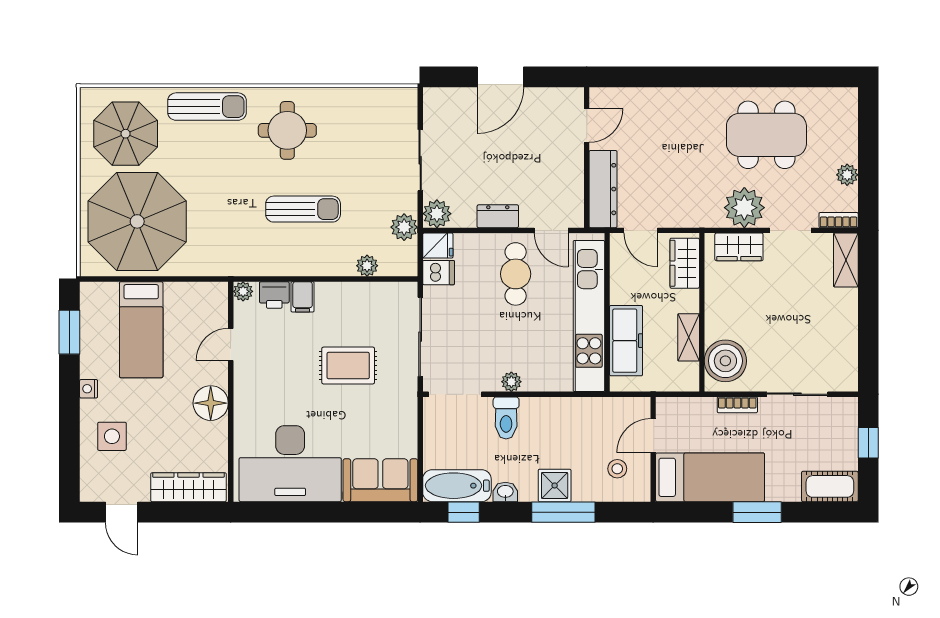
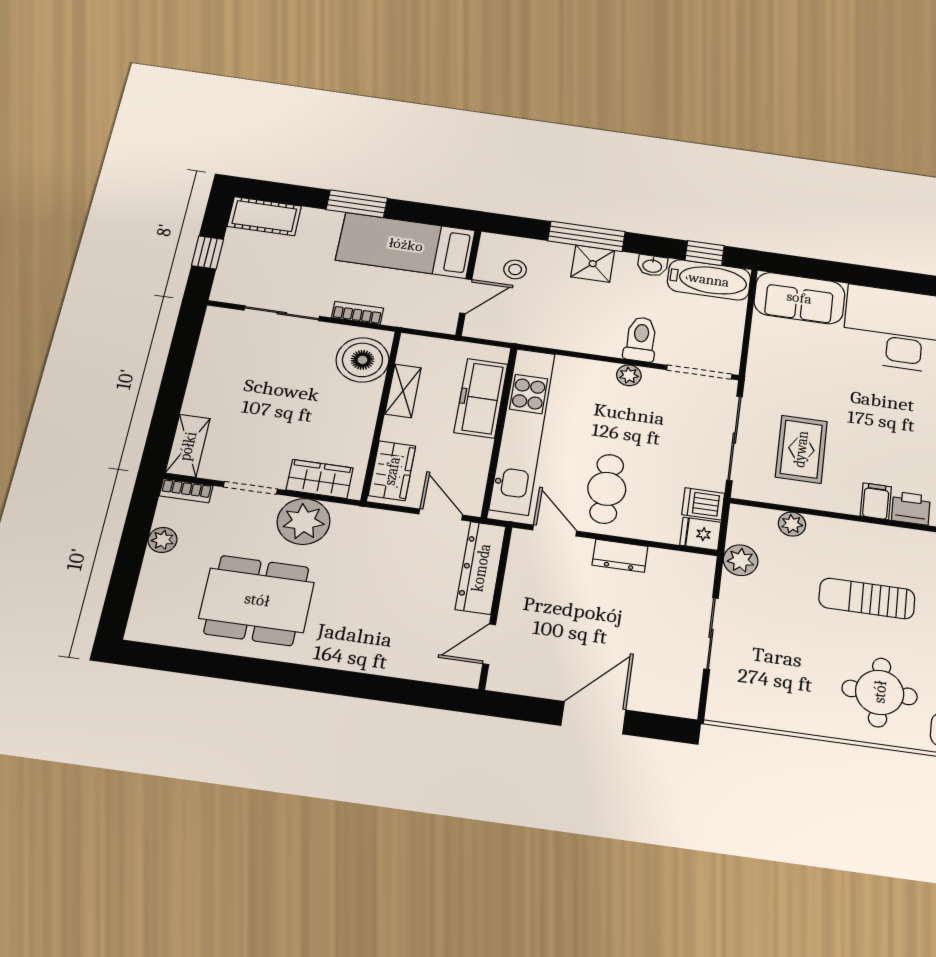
plant: (437, 214) -> (697, 569), removed
rug: (348, 366) -> (801, 449), moved, turned 90

